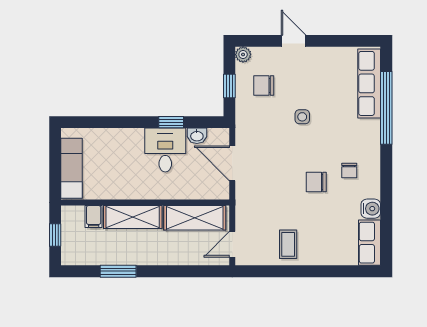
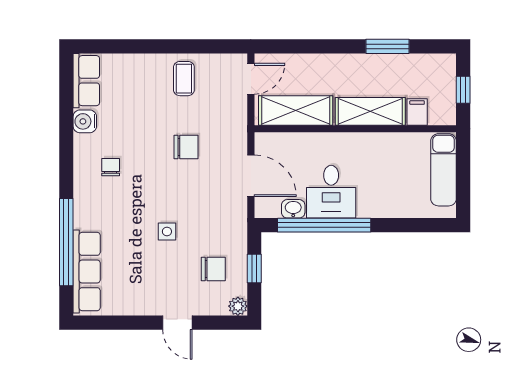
window: (171, 122) -> (324, 225), width x3.17
chair: (316, 182) -> (186, 147), moved

